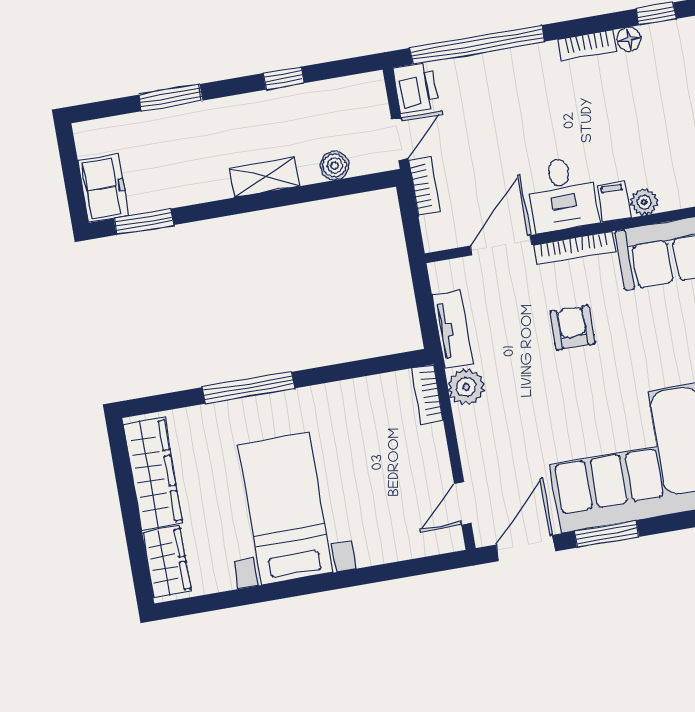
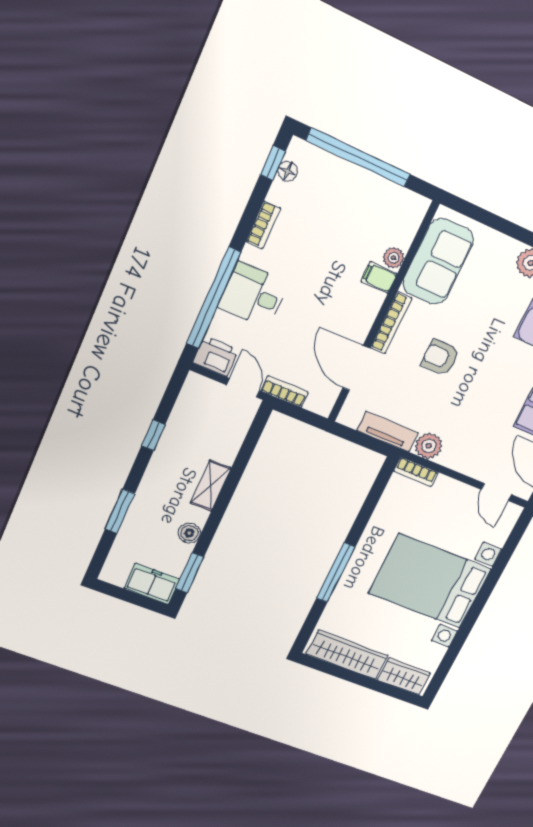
floor lamp: (629, 39) -> (288, 171), moved
boiler: (335, 166) -> (189, 533), moved
desk: (562, 194) -> (253, 295), moved, turned 180
bed with nightstands: (285, 509) -> (430, 581), width x1.36

